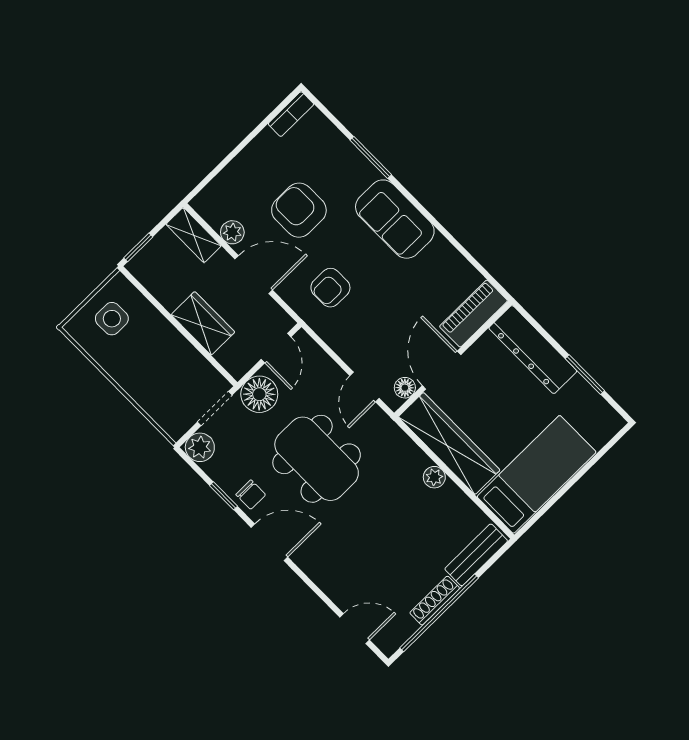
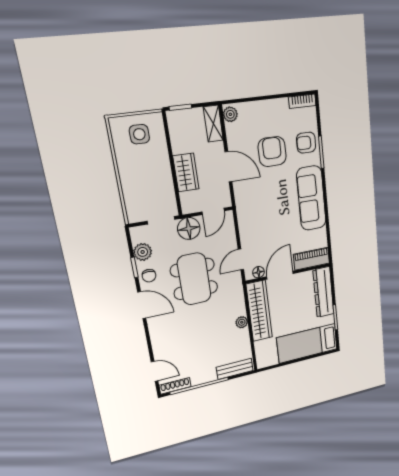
sofa: (395, 219) -> (311, 198), width x1.36
plant: (232, 232) -> (230, 114), moved
armchair: (330, 288) -> (306, 143), moved
plant: (200, 447) -> (143, 252), moved
bed: (537, 474) -> (307, 343), moved, turned 180
shoe rack: (435, 601) -> (175, 386), moved

